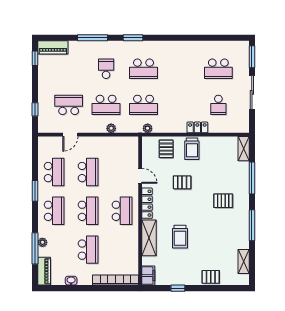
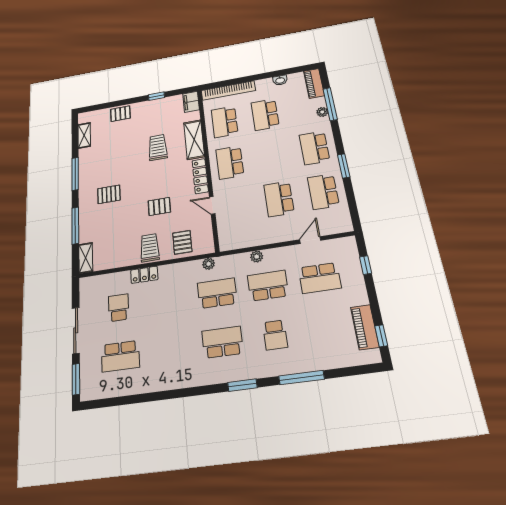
piano: (53, 47) -> (365, 327), moved, turned -90
school desk: (218, 69) -> (120, 356), turned 180
school desk: (88, 211) -> (225, 122), moved

